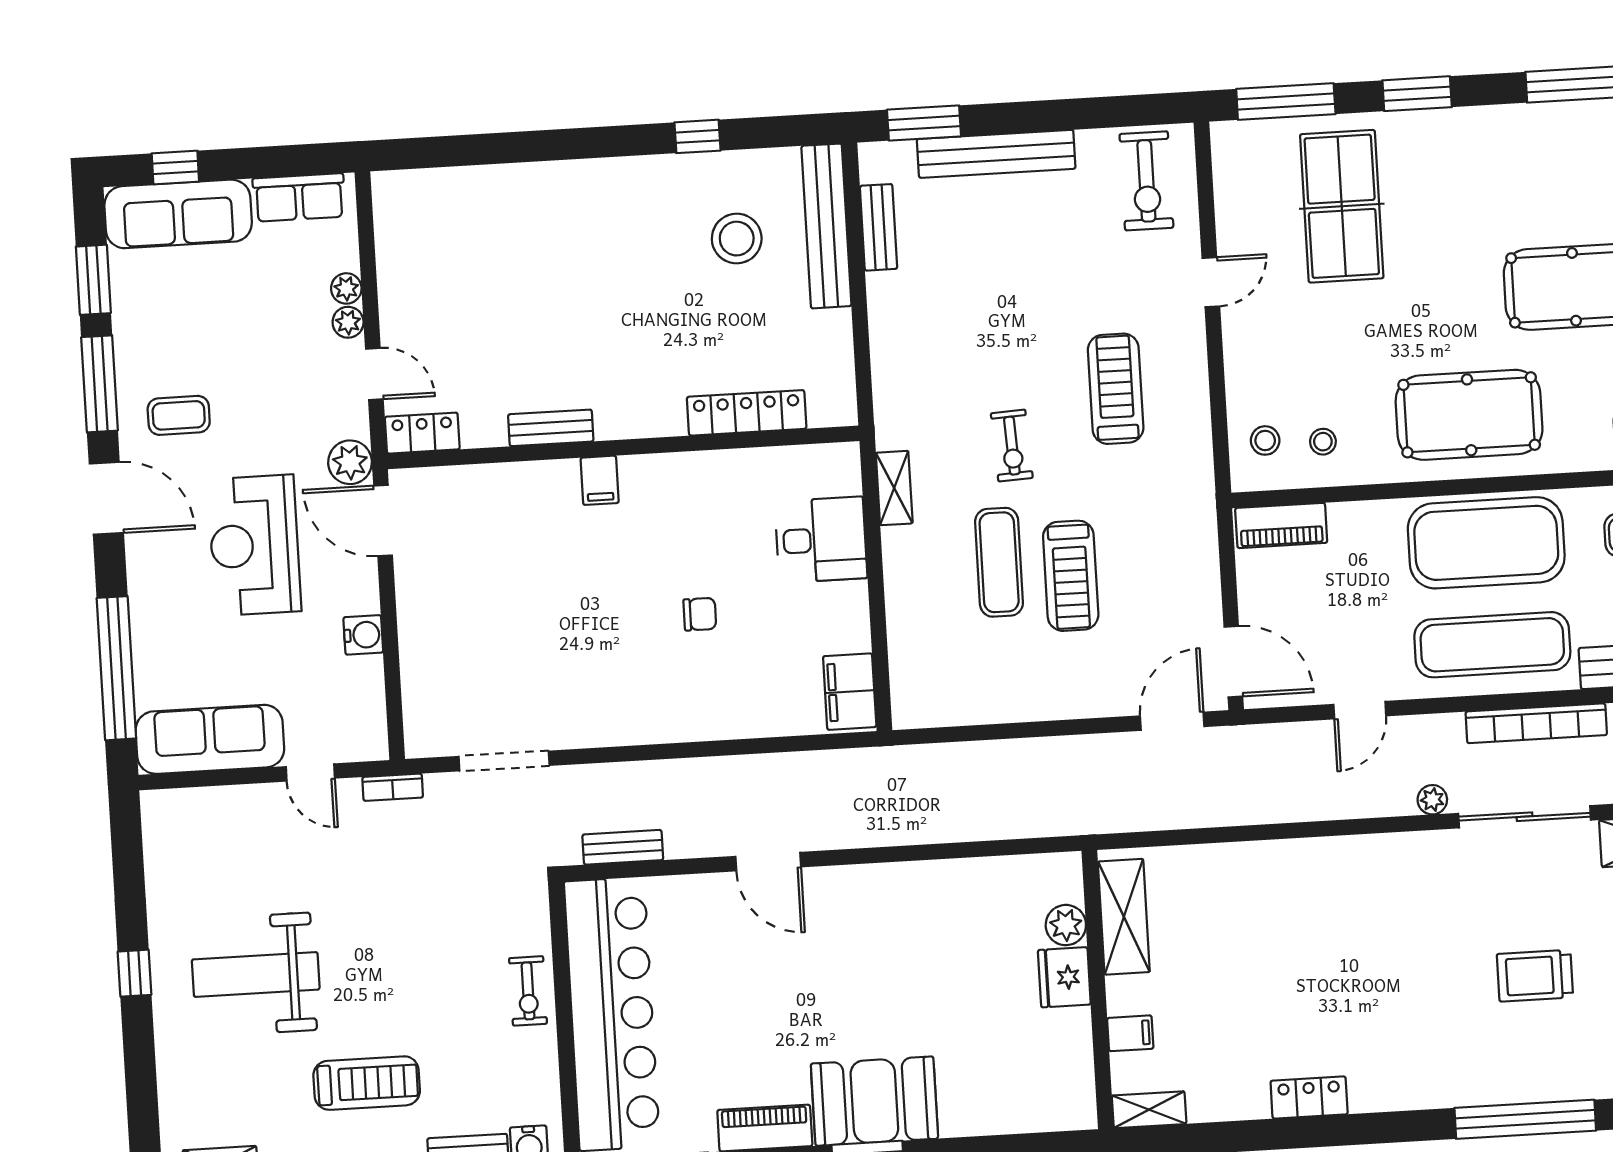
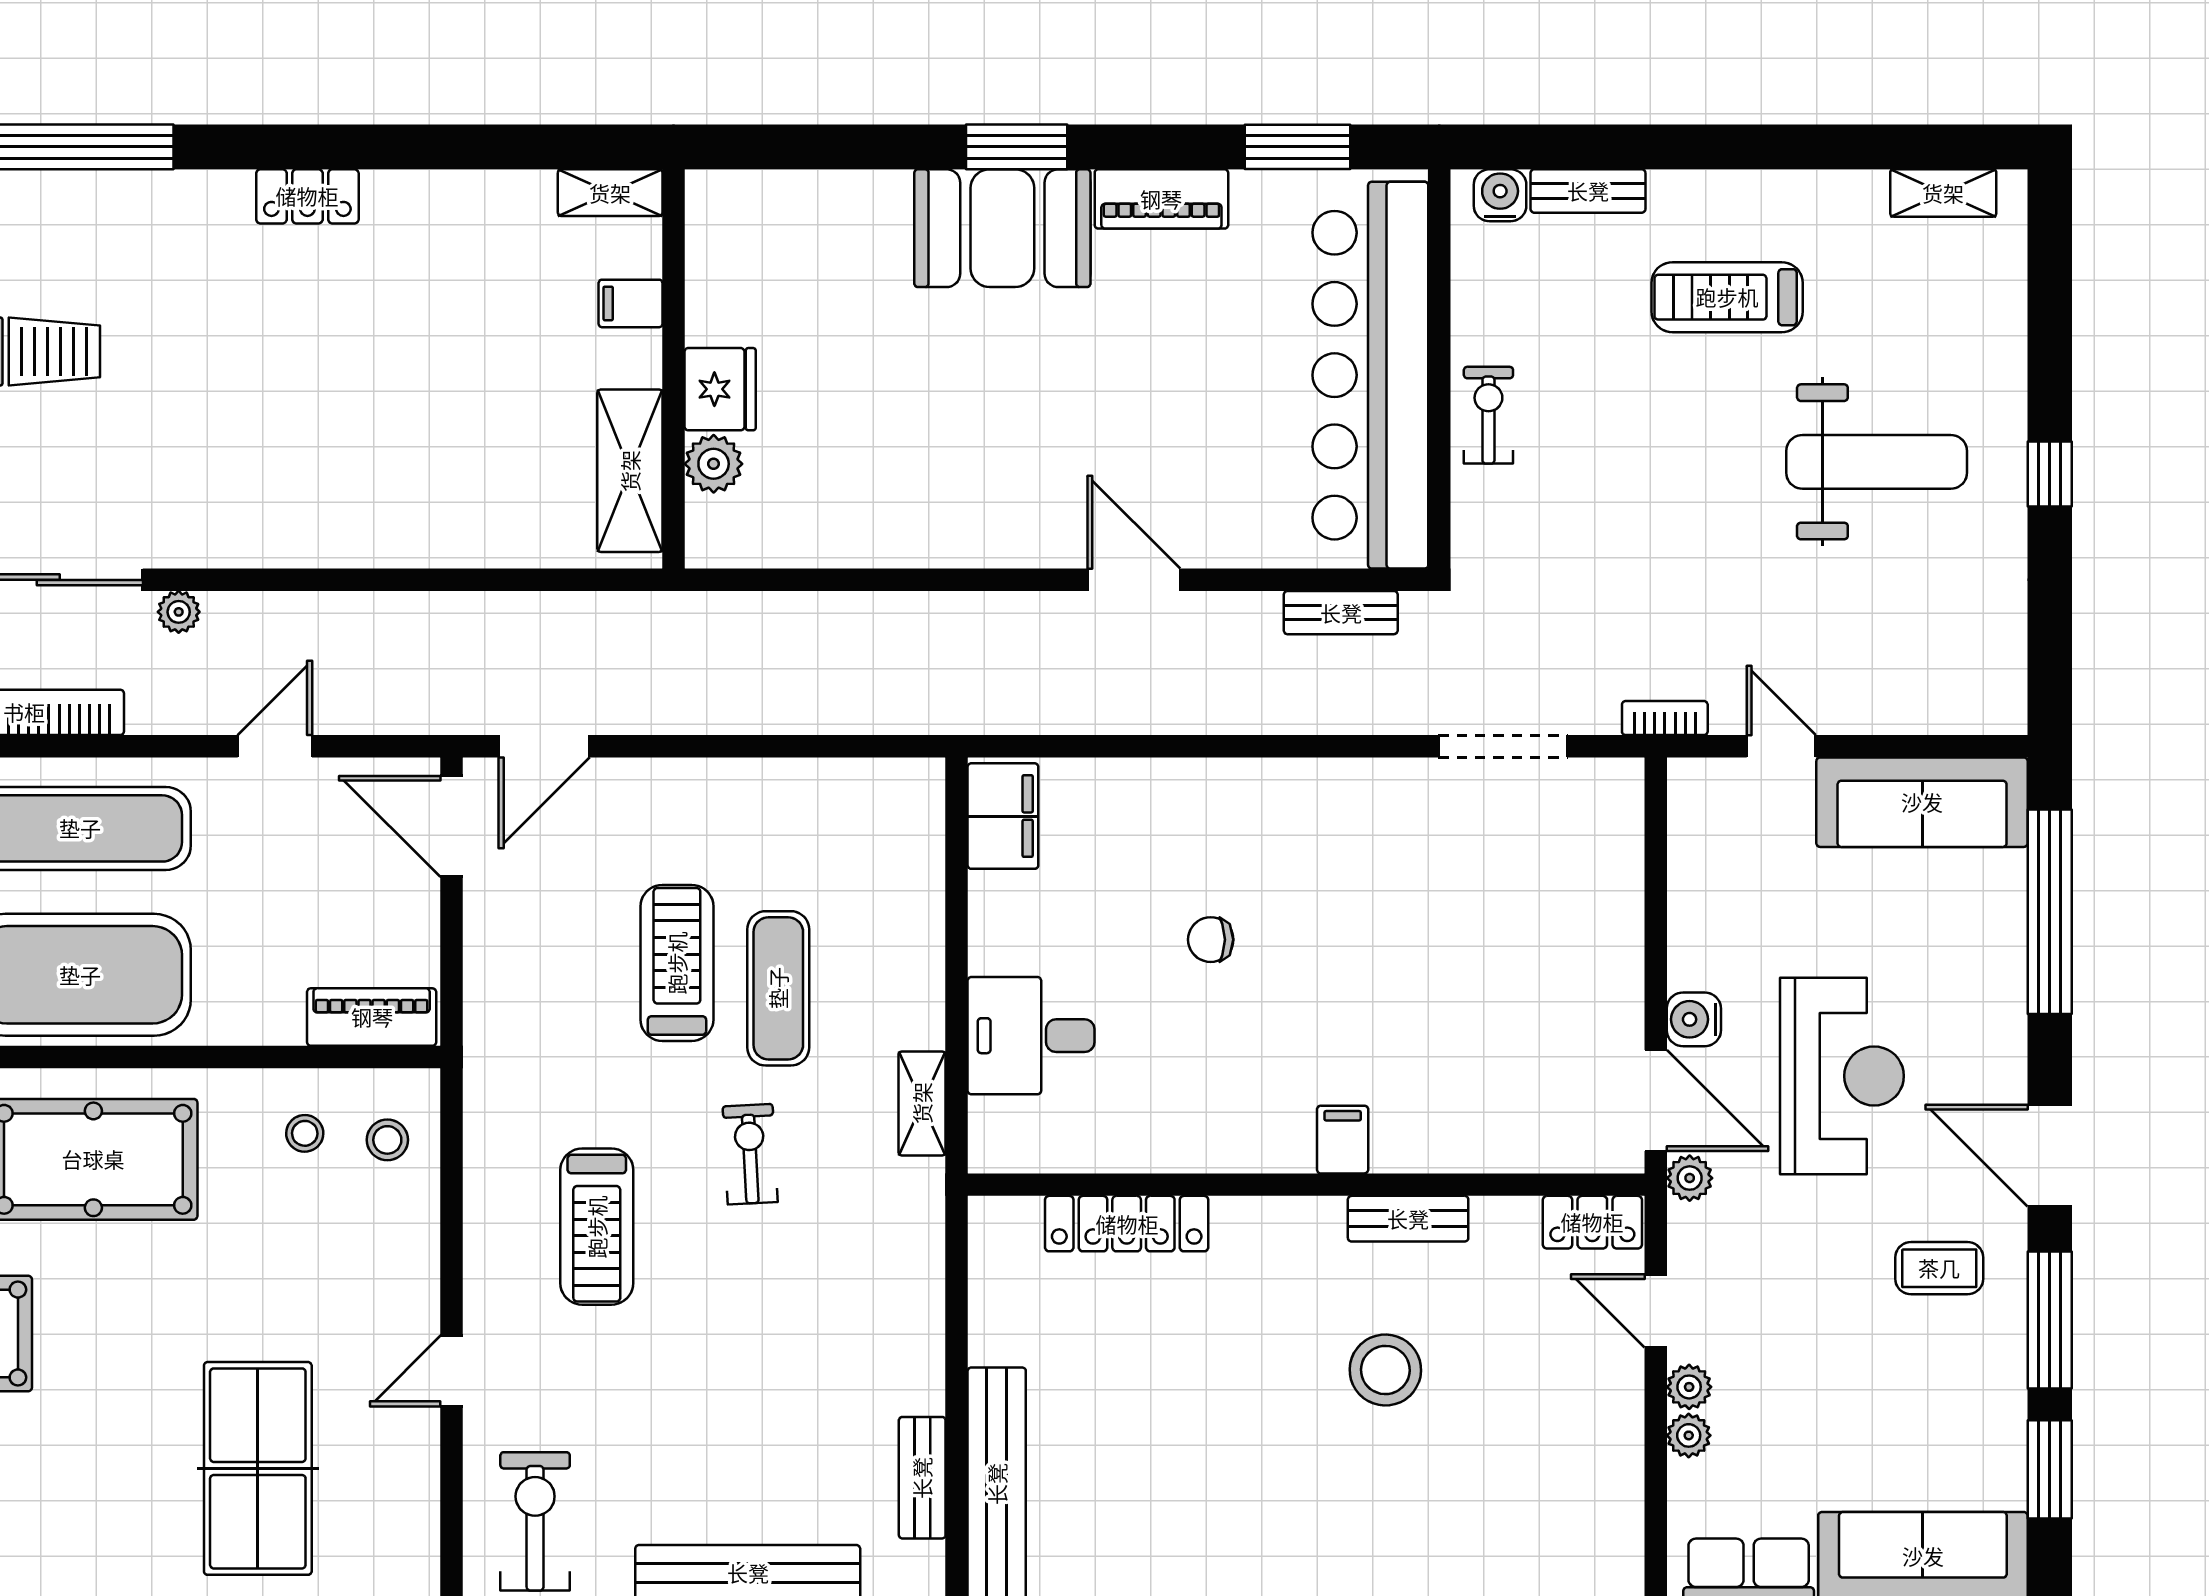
stool: (737, 239) -> (1385, 1370), moved
plant: (350, 462) -> (1690, 1178), width x0.73, depth x0.73
water cooler: (363, 635) -> (1694, 1019), moved
locker: (1309, 1098) -> (307, 196), moved

